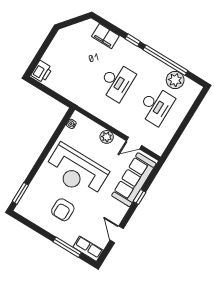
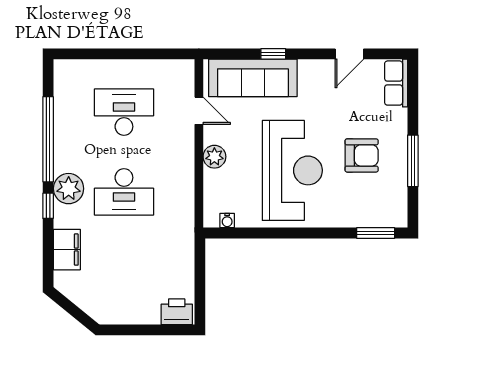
plant: (175, 80) -> (69, 189), moved
desk: (117, 82) -> (124, 192), turned 180
window: (67, 247) -> (413, 161), moved

